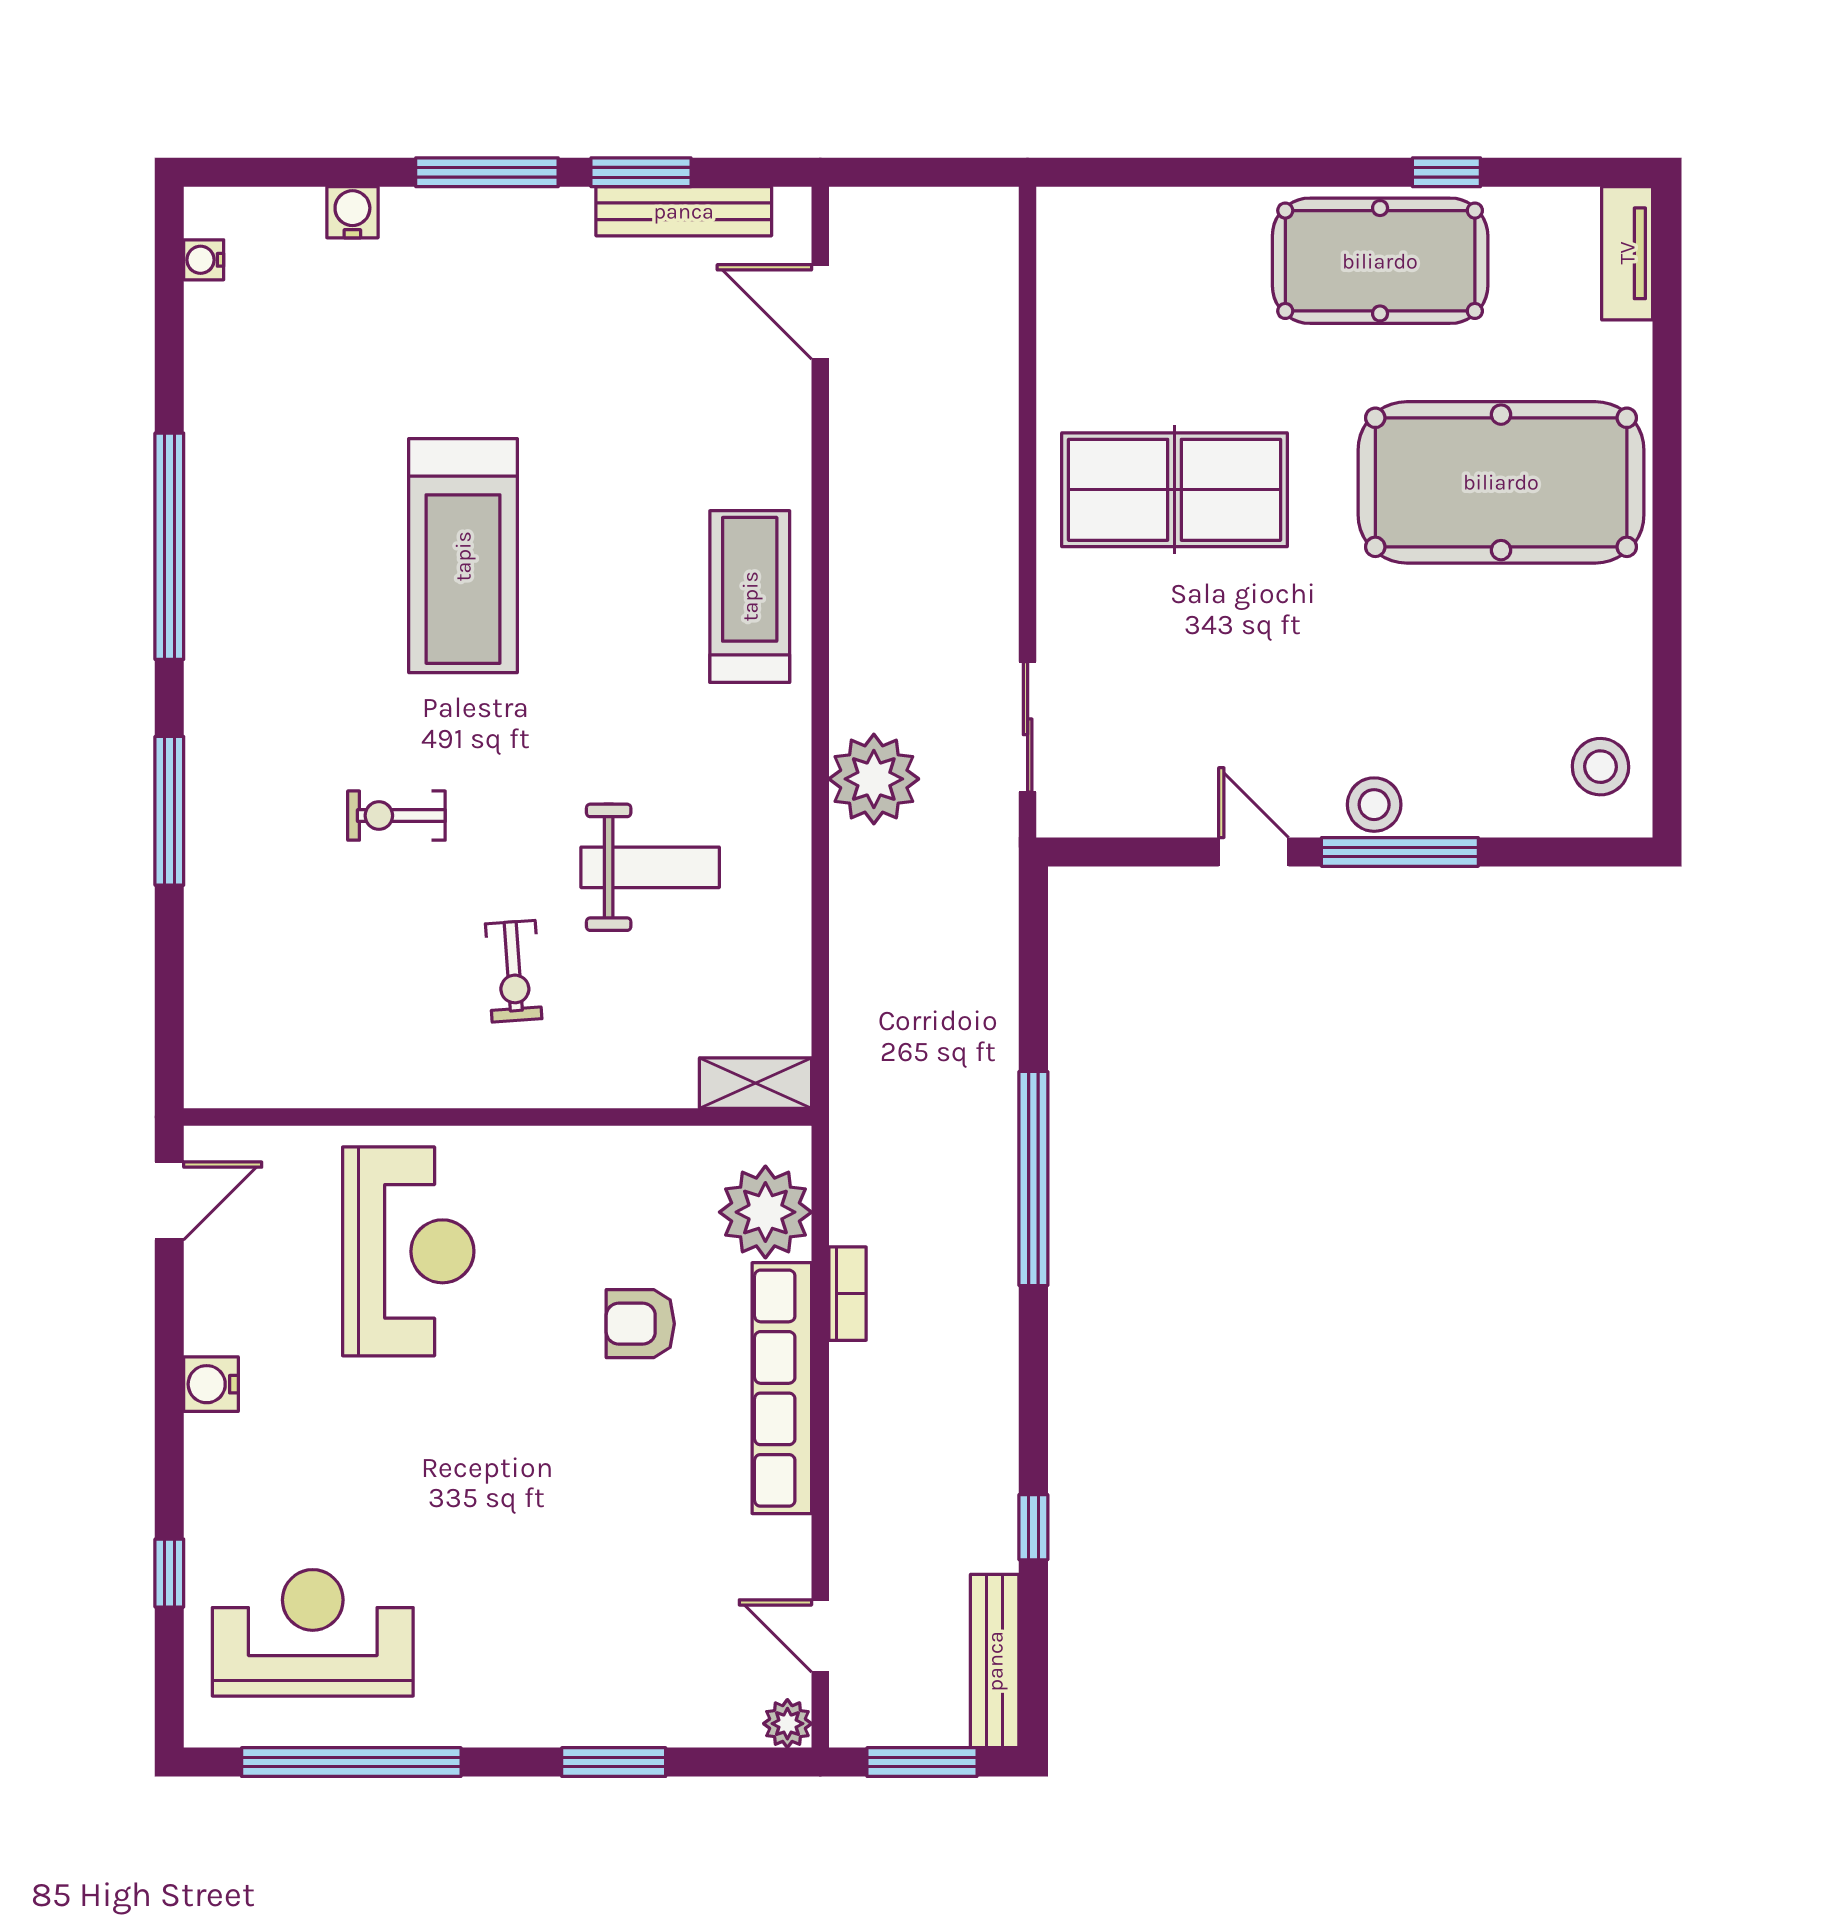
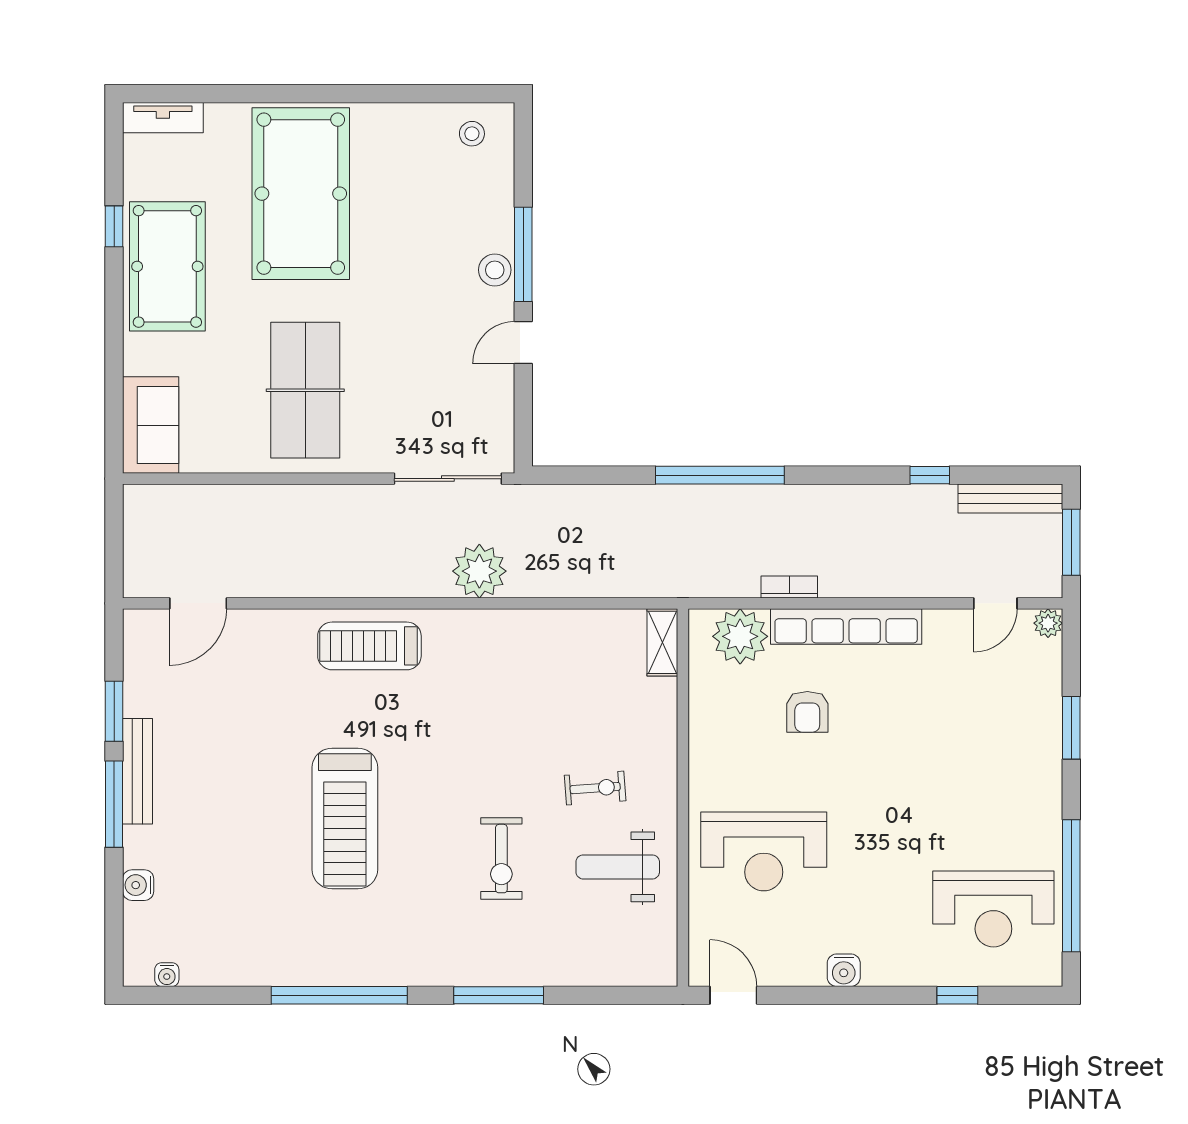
bench: (684, 211) -> (138, 771), moved
sofa: (1117, 233) -> (151, 425), added
treadmill: (463, 556) -> (345, 819), turned 90
sliding door: (1028, 727) -> (448, 479), width x1.37
stool: (1600, 767) -> (472, 134), width x0.73, depth x0.73
exercise bike: (396, 816) -> (501, 859), width x1.38, depth x1.39
weight bench: (650, 867) -> (618, 867), moved, turned -90
reception desk: (408, 1251) -> (764, 851), turned 180
reception desk: (313, 1633) -> (993, 909), turned -90

